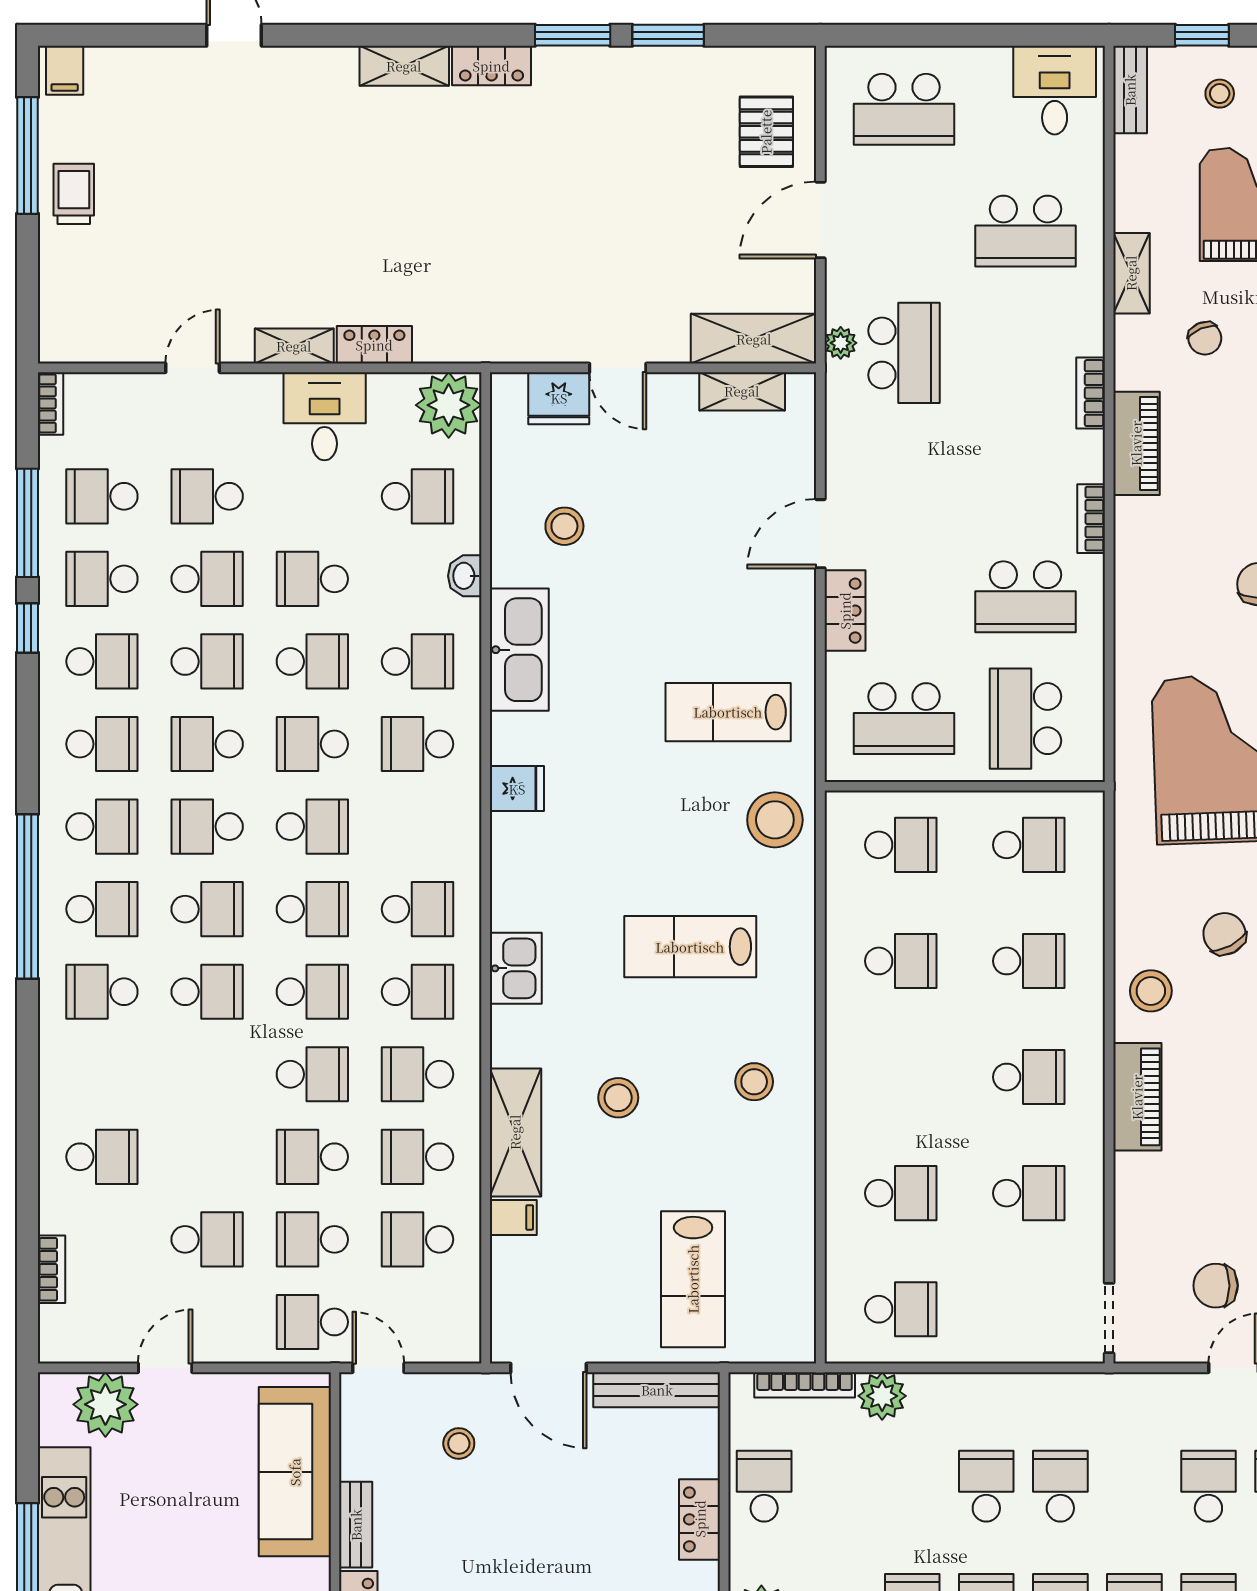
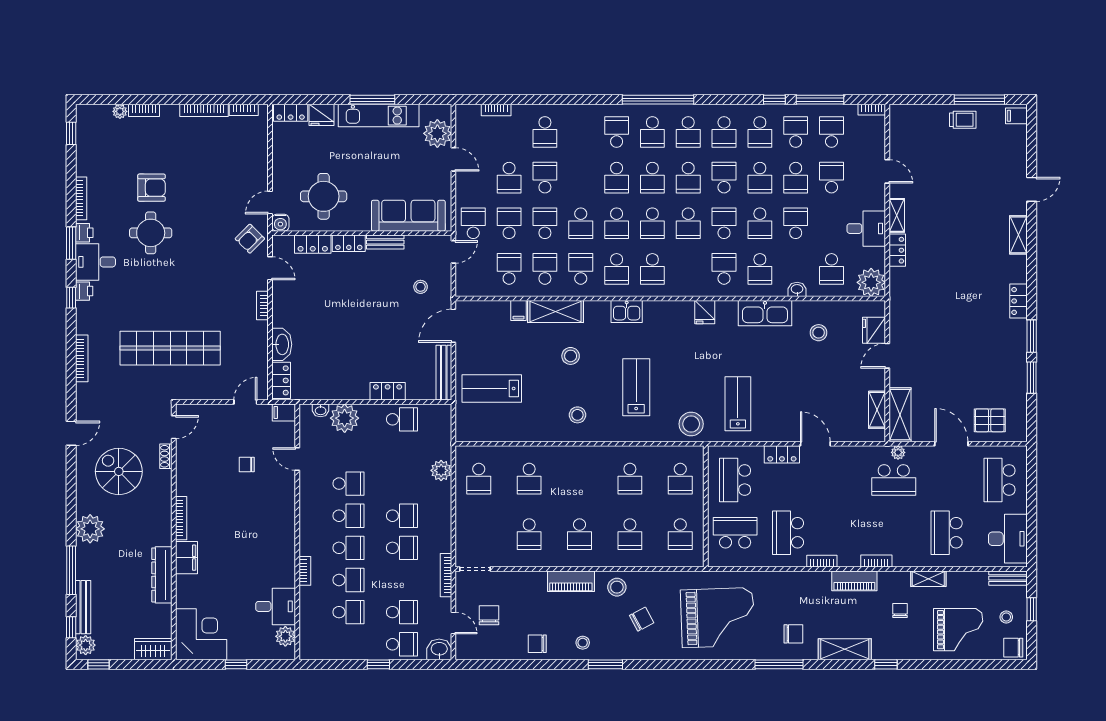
shelving: (404, 66) -> (1018, 235), moved
desk: (1055, 90) -> (1008, 539), width x1.37
chair: (1205, 338) -> (900, 611), turned 113
school desk: (207, 827) -> (688, 178), turned 180
school desk: (207, 1157) -> (545, 178), added
bookcase: (805, 1385) -> (446, 575), moved

